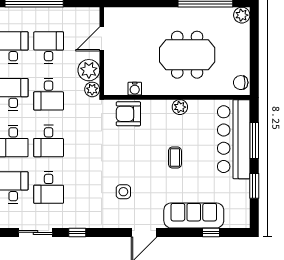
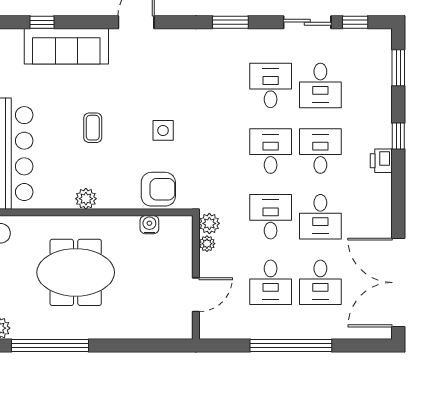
plant: (89, 70) -> (207, 244), width x0.53, depth x0.53
side table: (123, 192) -> (163, 130), moved
sliding door: (36, 232) -> (307, 22), moved
window: (77, 232) -> (230, 22), width x1.50

